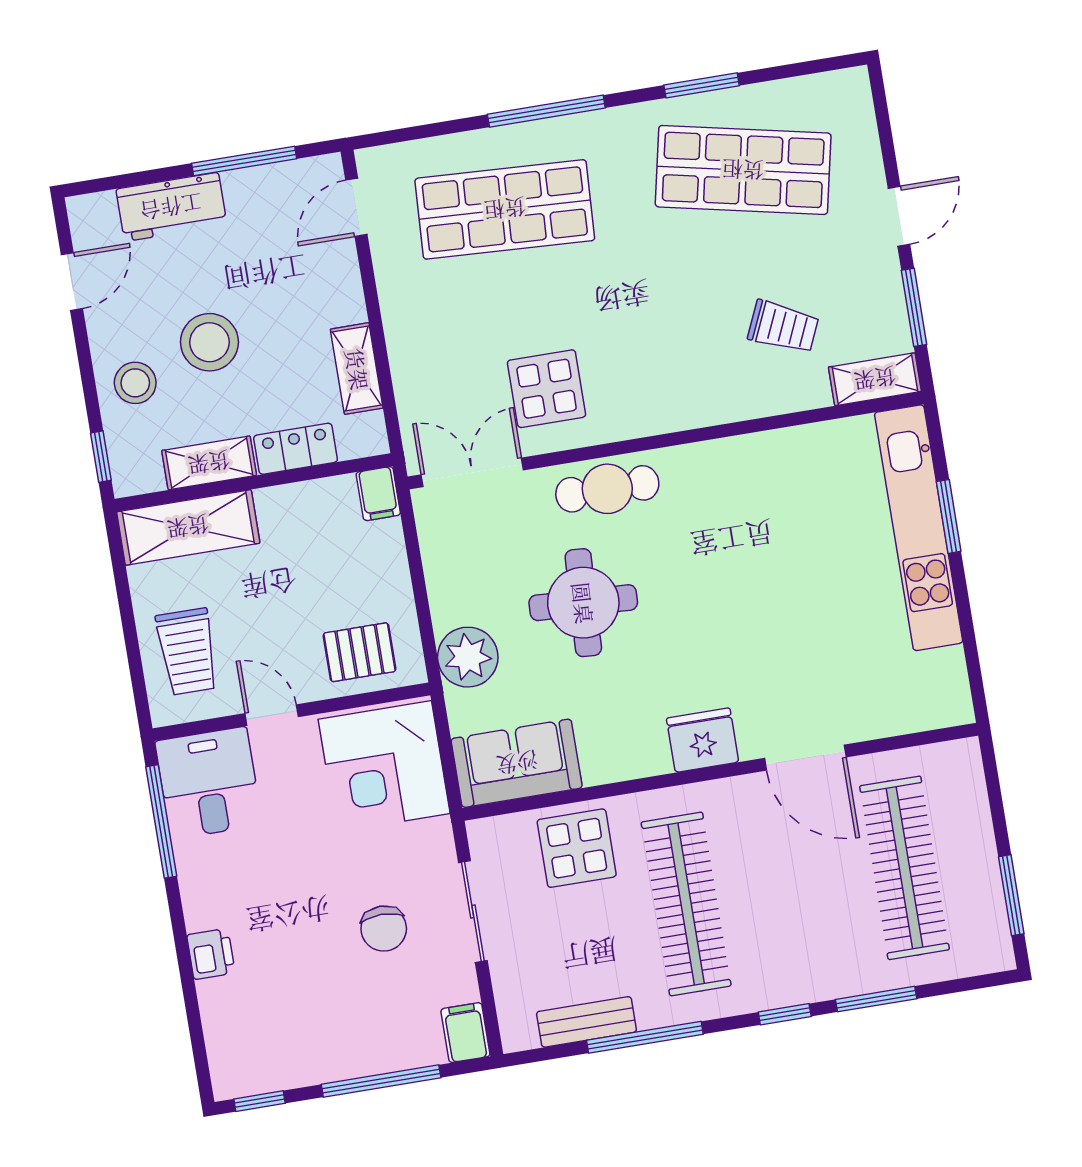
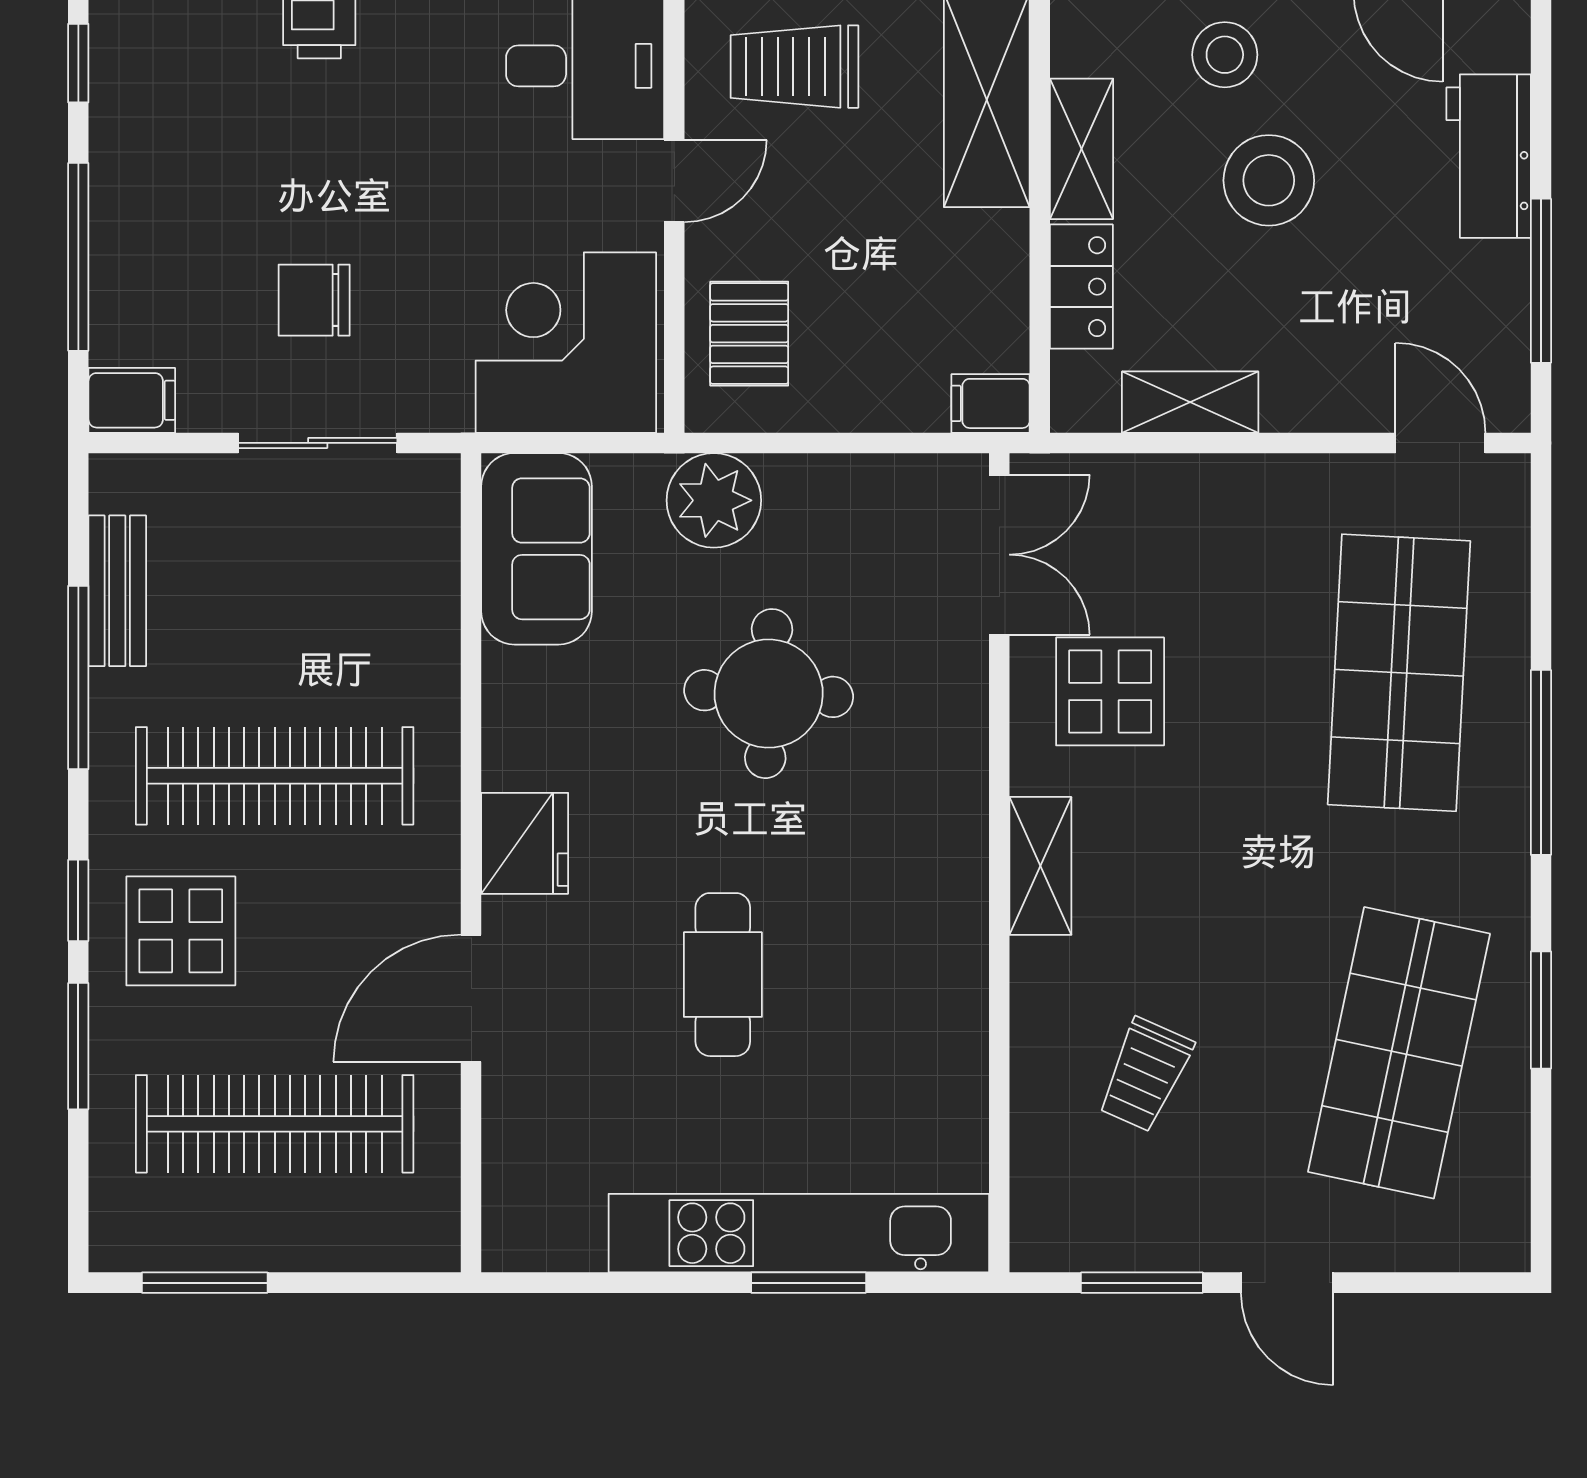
shelving: (875, 379) -> (1040, 866), moved
cafe table: (607, 489) -> (723, 975), moved
display table: (577, 848) -> (181, 931), moved

